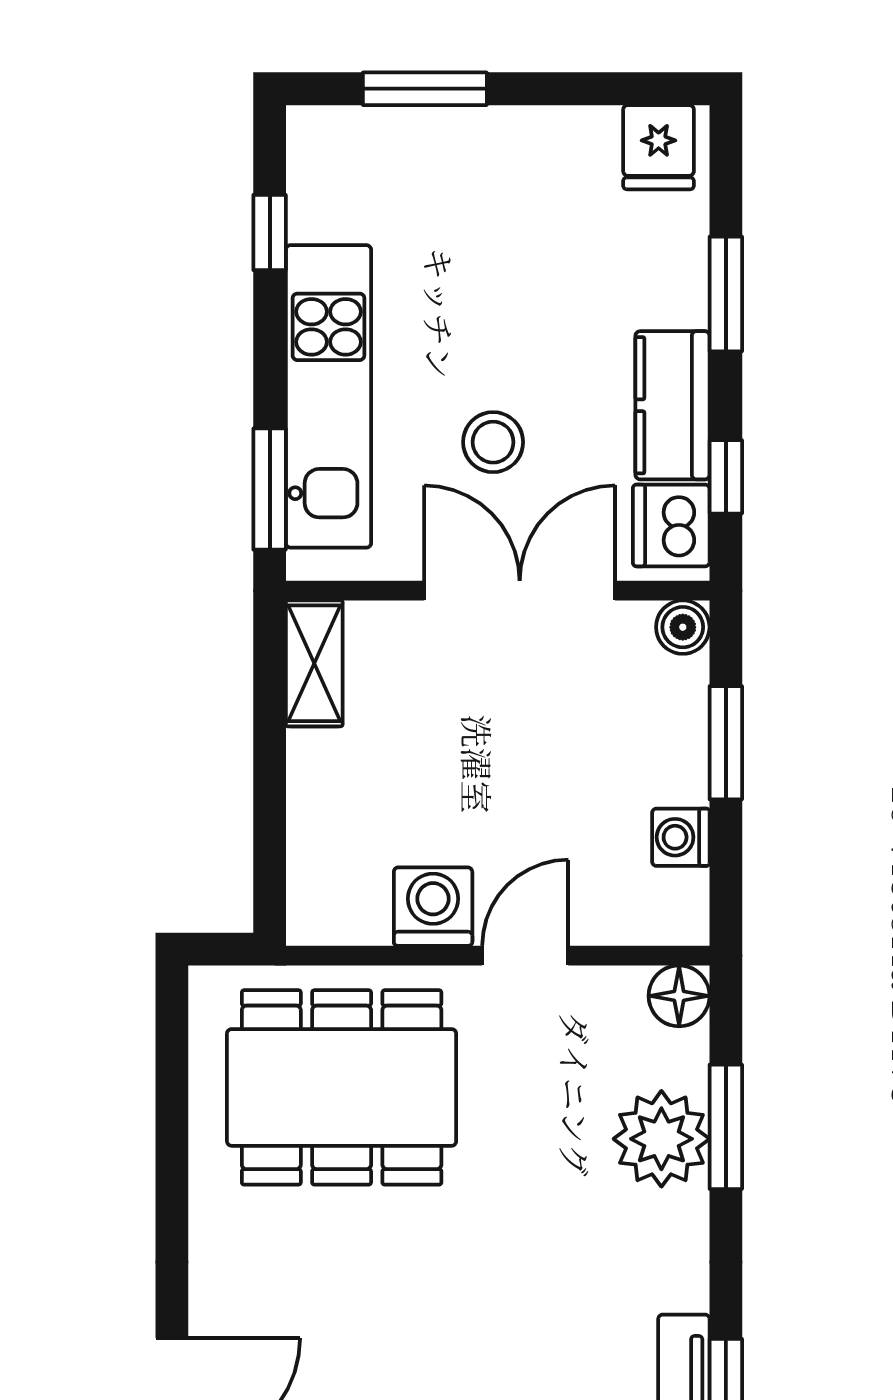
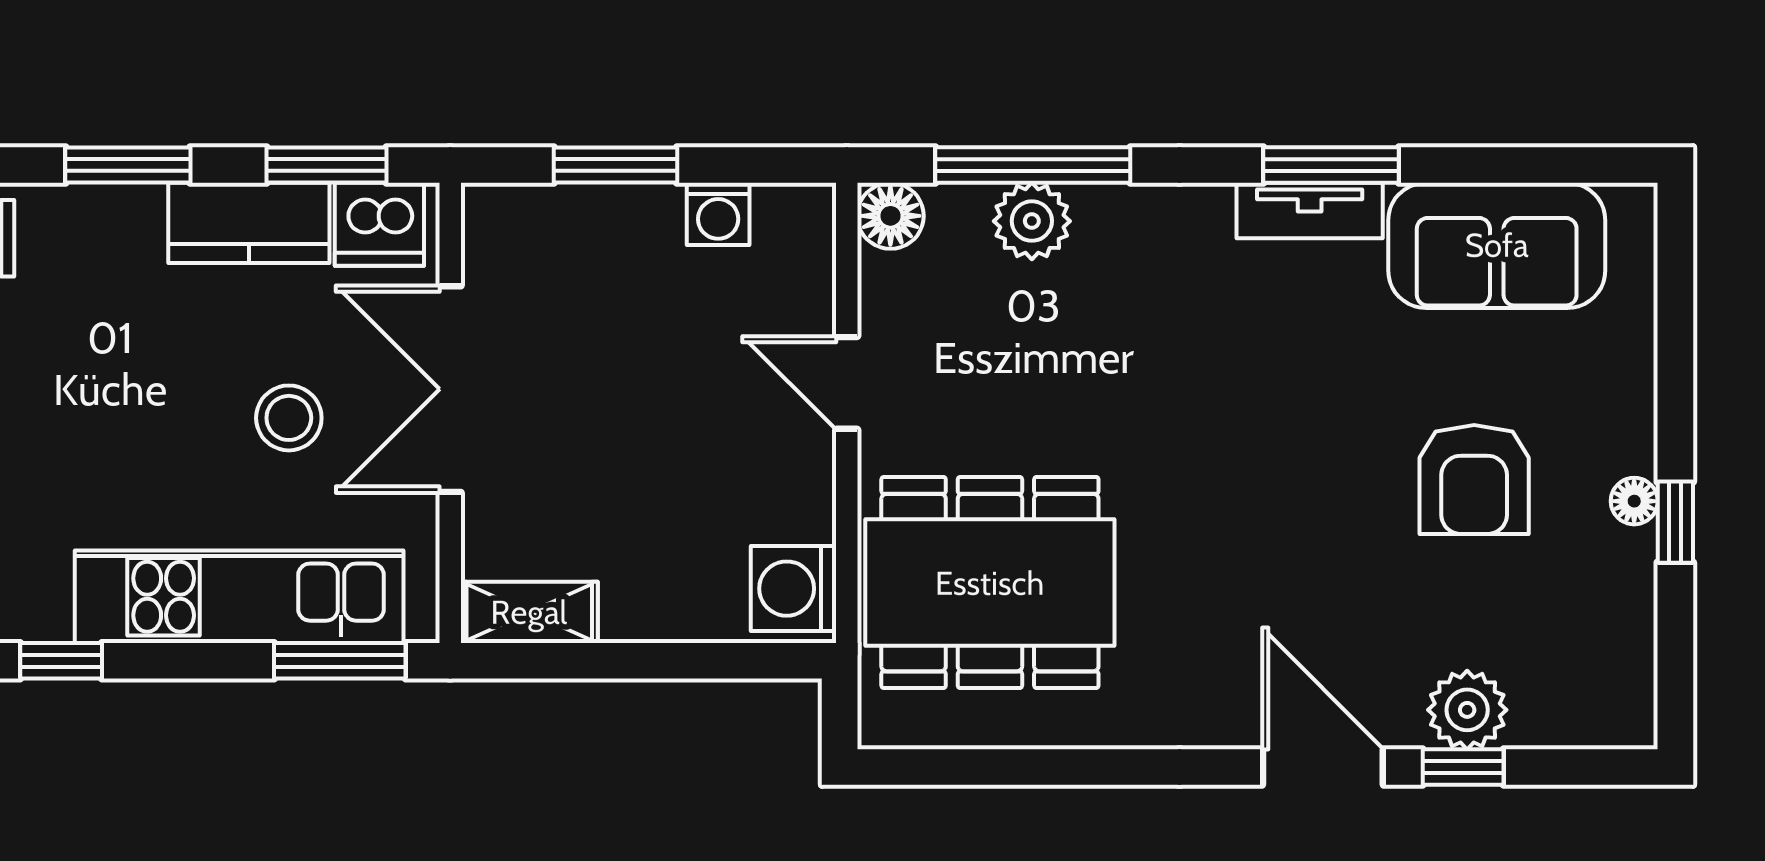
window: (726, 477) -> (327, 165), width x1.50
boiler: (683, 627) -> (490, 212), removed
washing machine: (433, 907) -> (793, 589), moved
dining table: (342, 1087) -> (990, 583), turned 90
window: (726, 1127) -> (1033, 165), width x1.44
plant: (661, 1139) -> (1032, 221), width x0.73, depth x0.73

